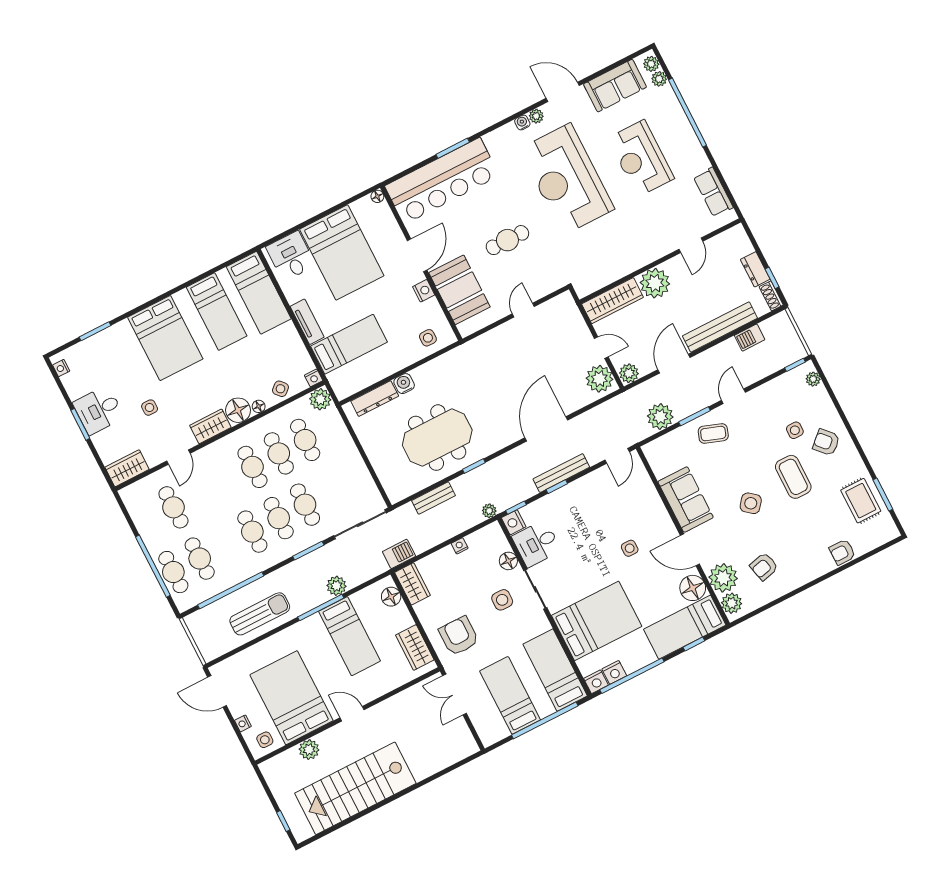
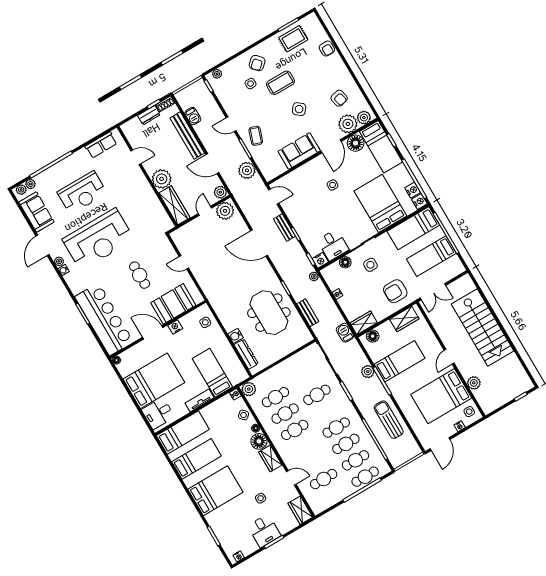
bench: (561, 473) -> (284, 228), width x0.73
cafe table: (279, 518) -> (346, 444), moved
stairs: (355, 788) -> (483, 327), moved

